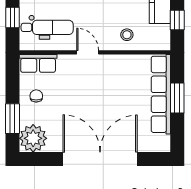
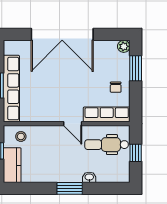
stool: (127, 35) -> (21, 136), moved
row of seats: (38, 63) -> (107, 114), width x1.48
plant: (33, 138) -> (124, 46), width x0.53, depth x0.53

